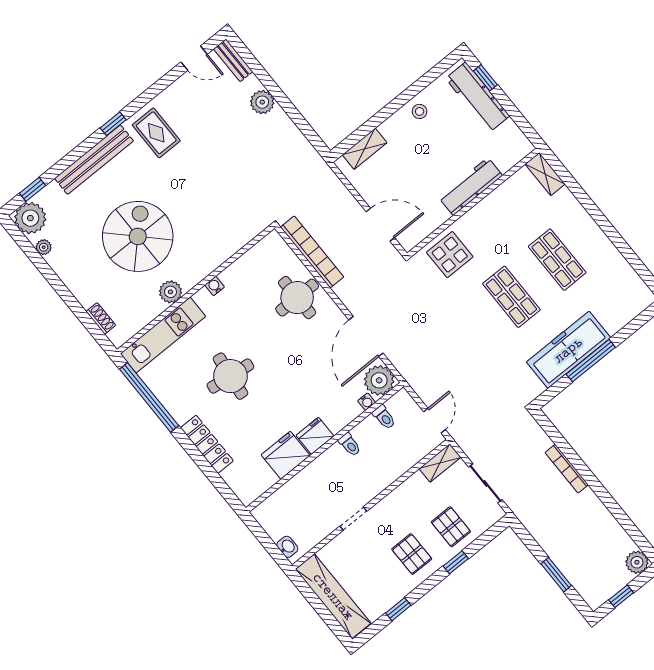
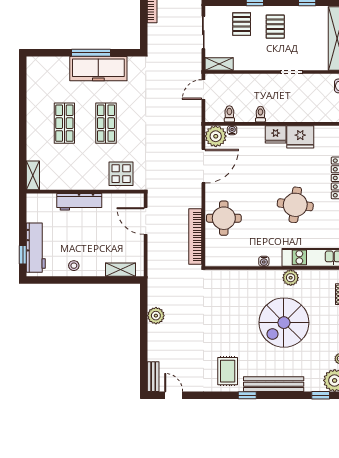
plant: (262, 102) -> (156, 316), moved

